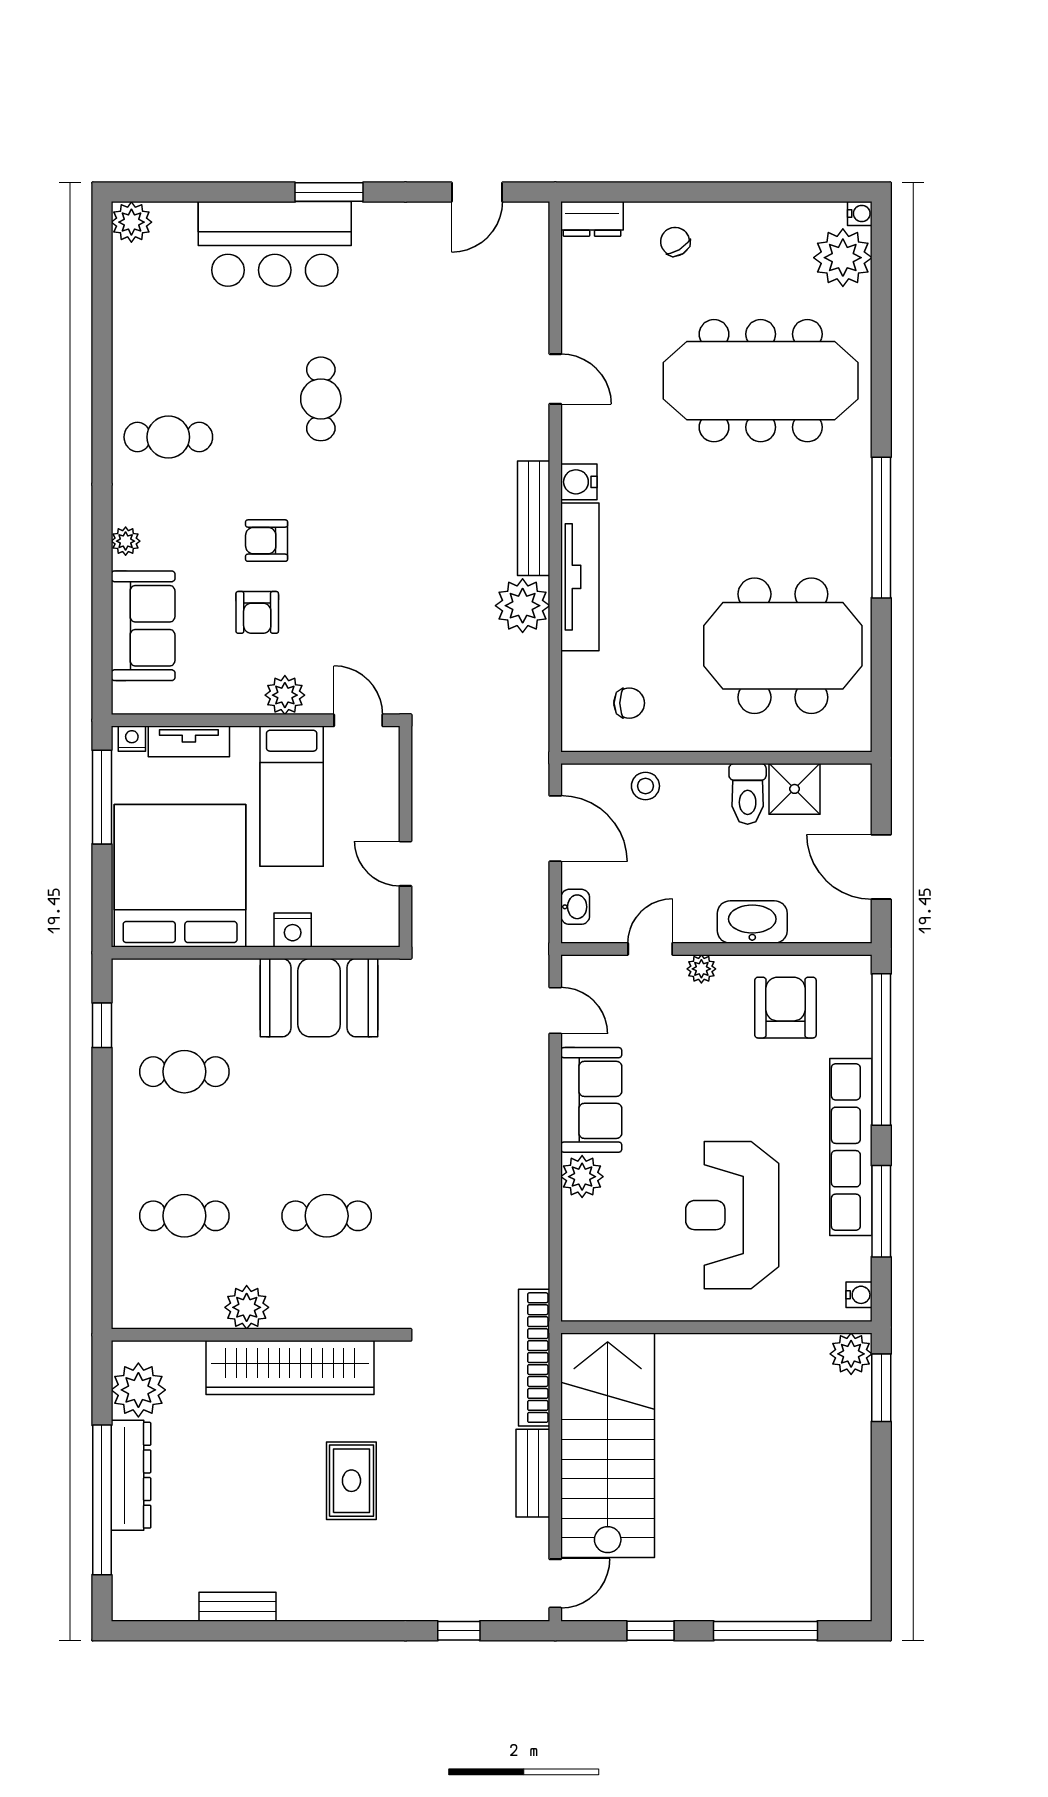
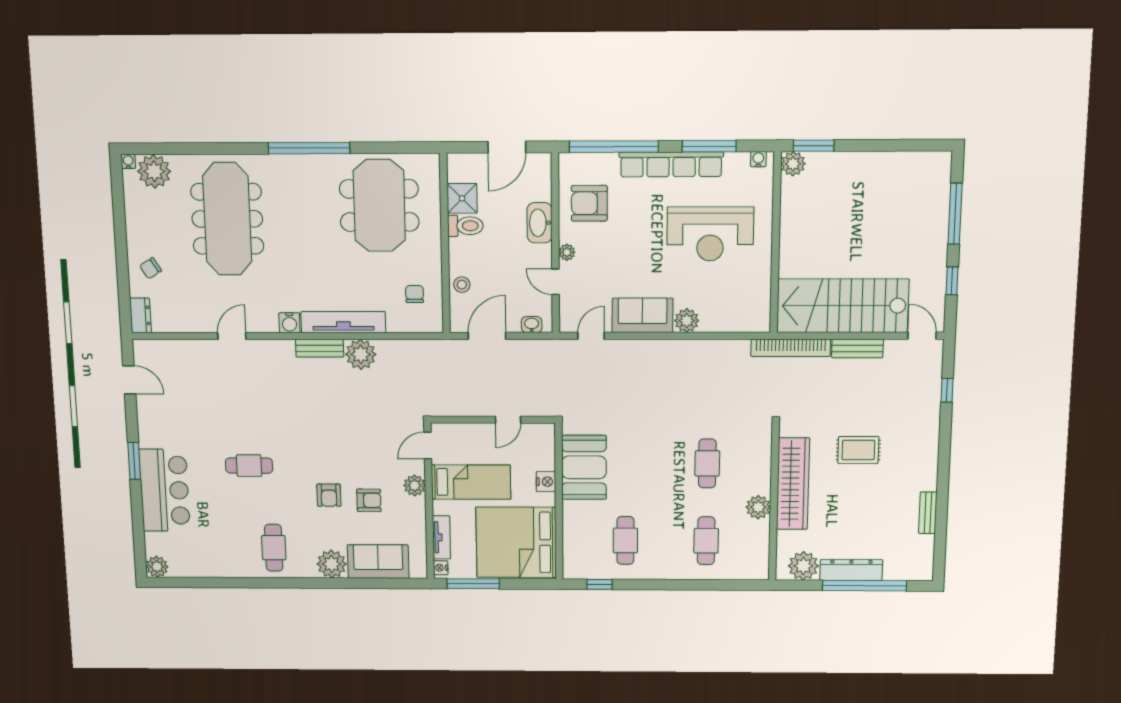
bench: (534, 518) -> (320, 348), width x0.73
plant: (126, 541) -> (332, 564), width x1.88, depth x1.88

